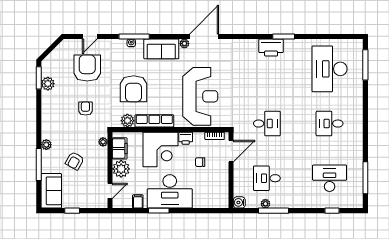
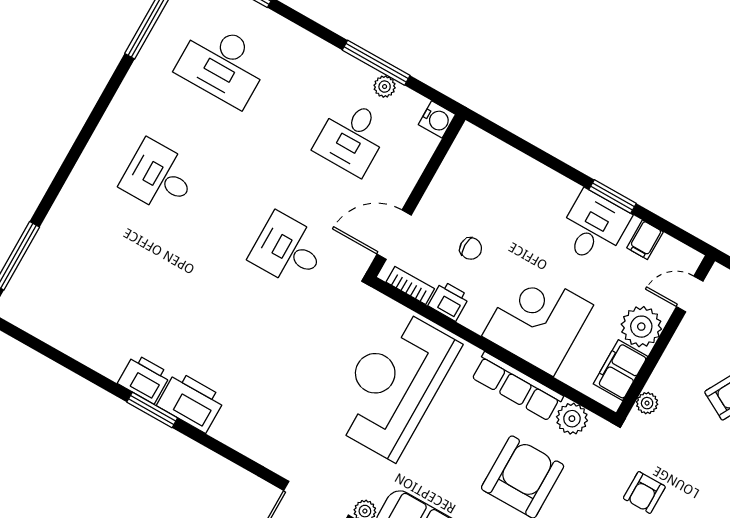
printer: (293, 46) -> (144, 379), added
desk: (330, 69) -> (95, 289), removed
desk: (330, 124) -> (159, 177), turned 180
printer: (186, 138) -> (449, 301), moved
desk: (267, 178) -> (352, 137), turned 90
desk: (170, 191) -> (594, 227), width x0.53, depth x0.77

